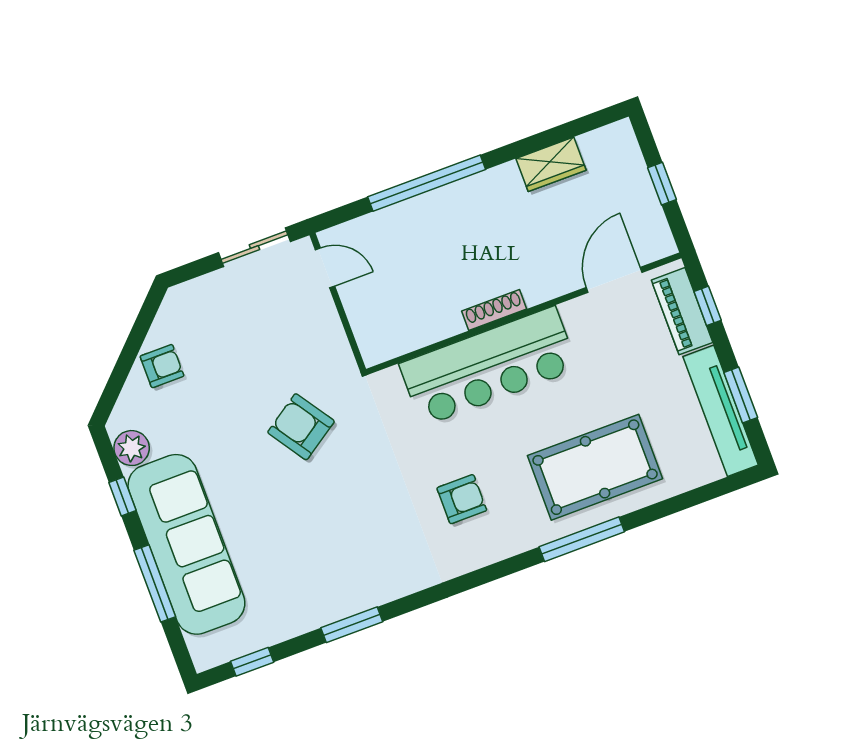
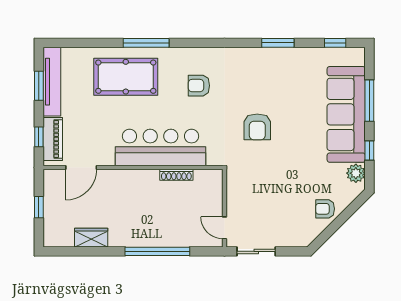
shoe rack: (494, 310) -> (176, 175), moved
armchair: (301, 427) -> (257, 127), moved, turned 34

